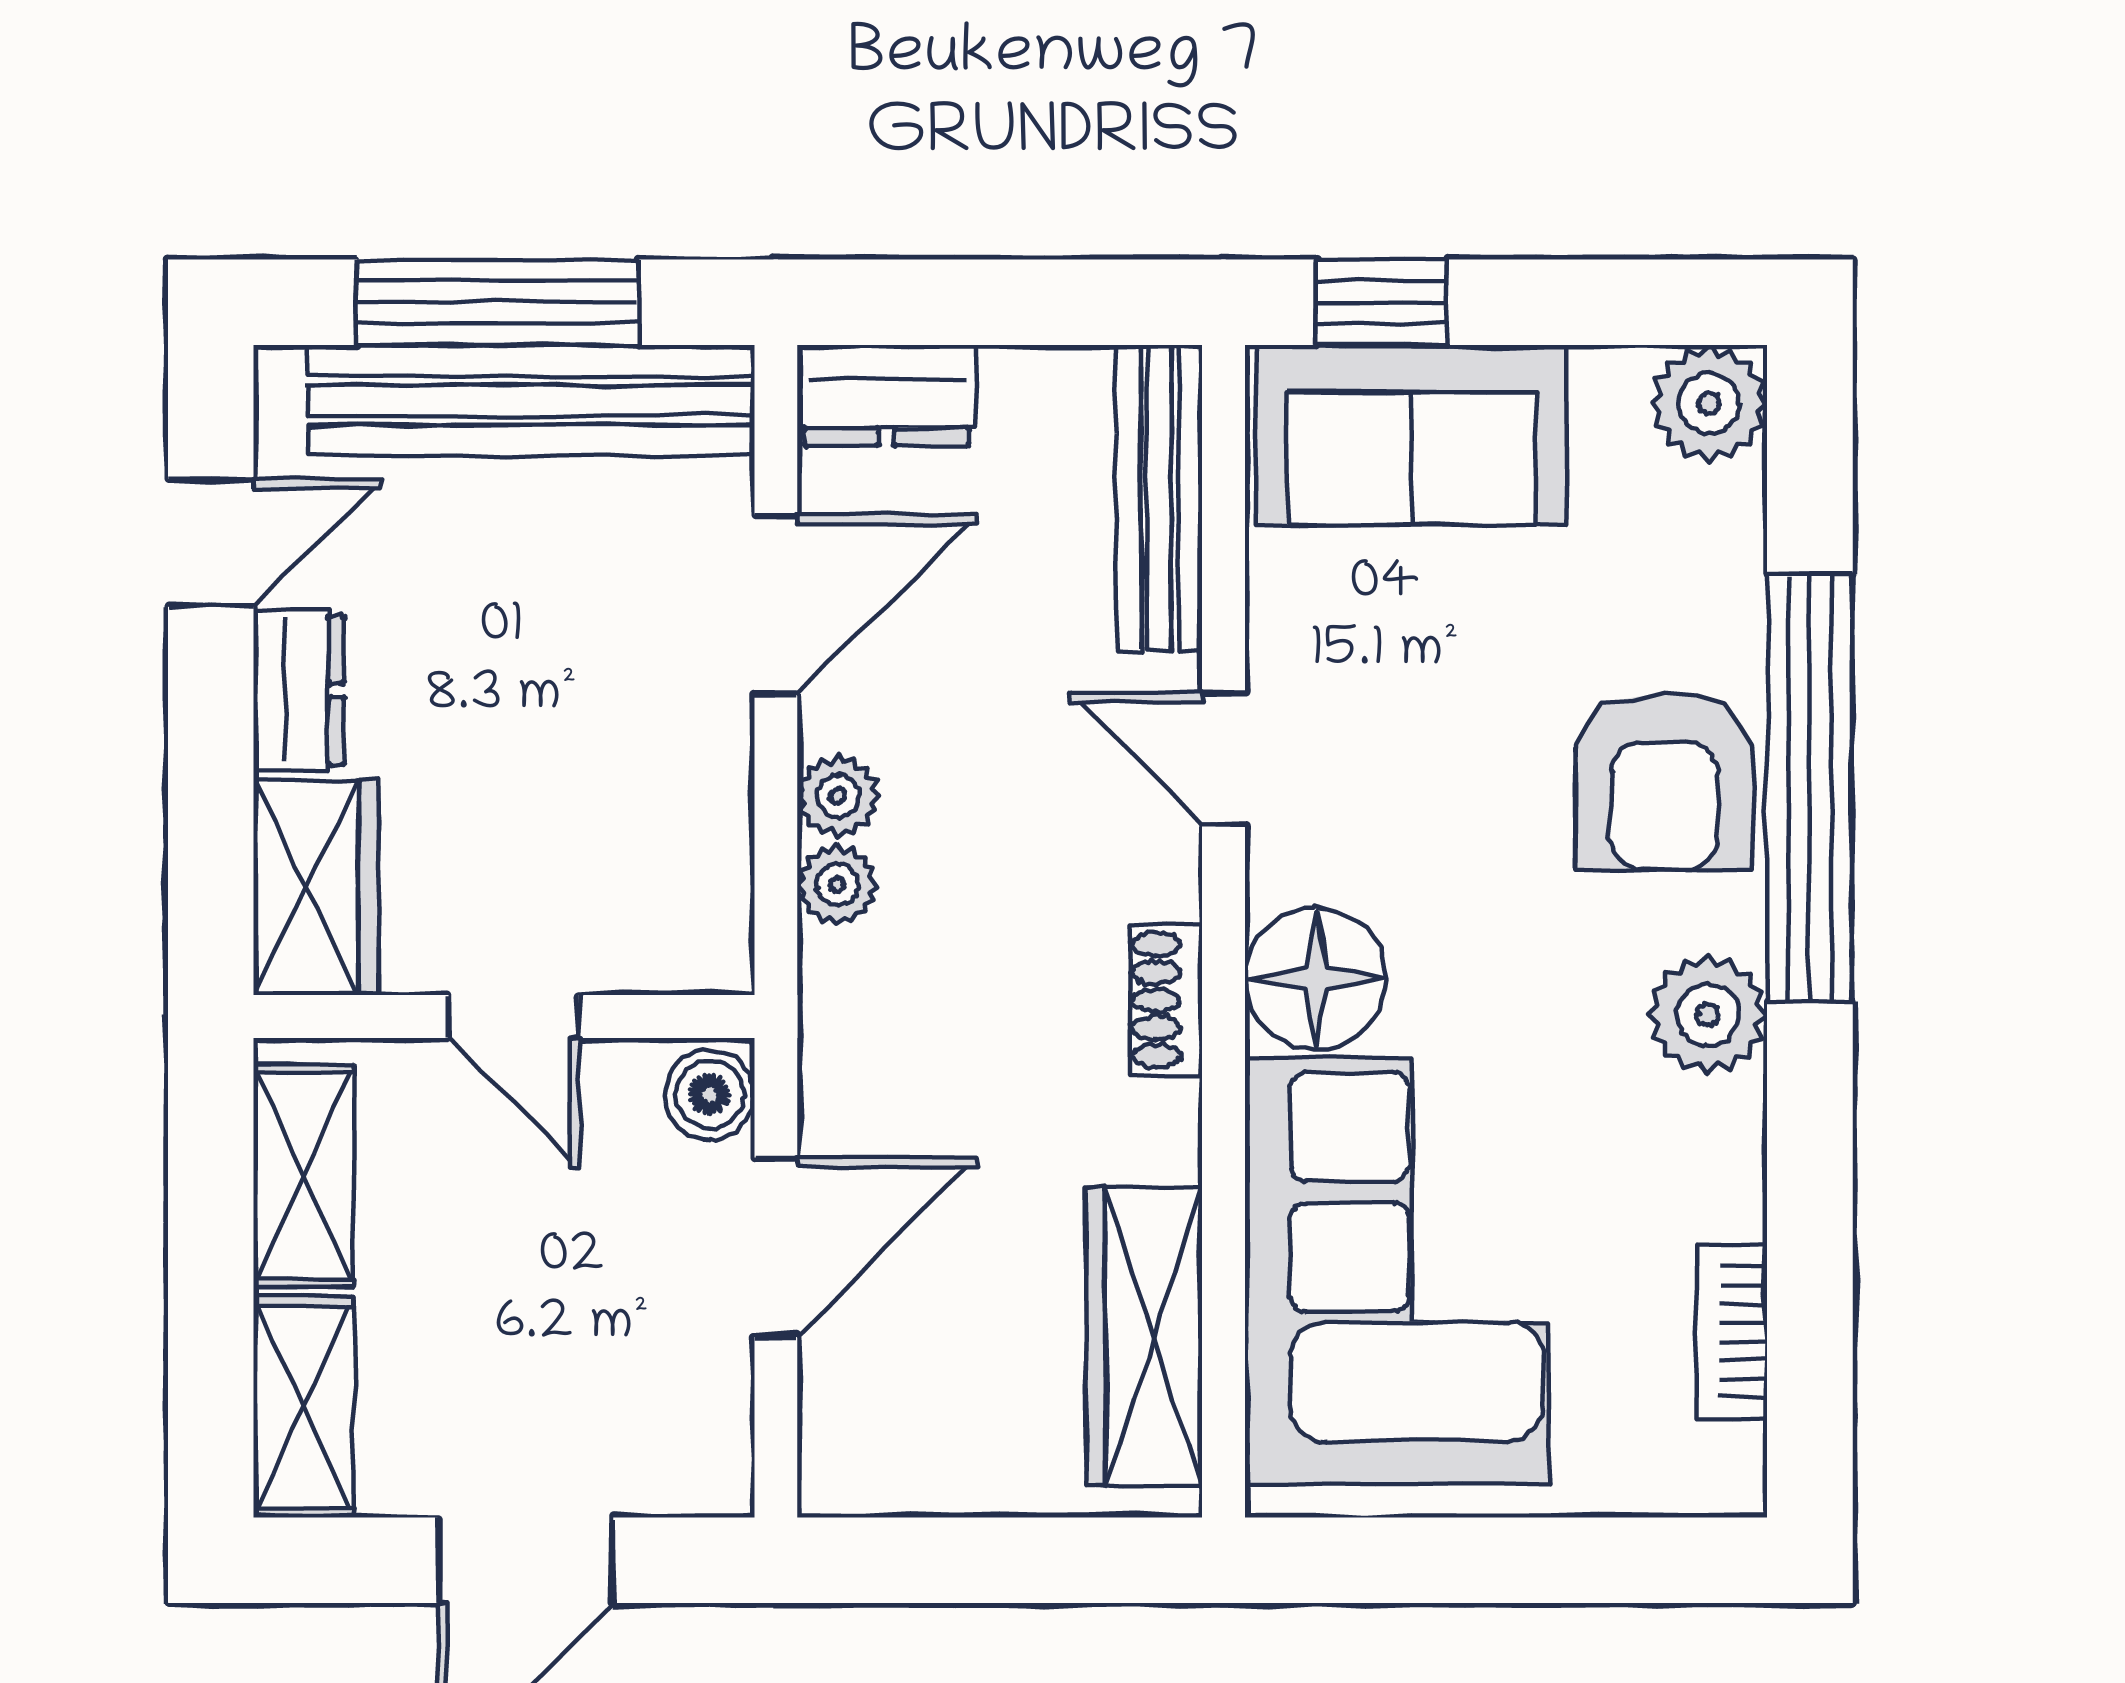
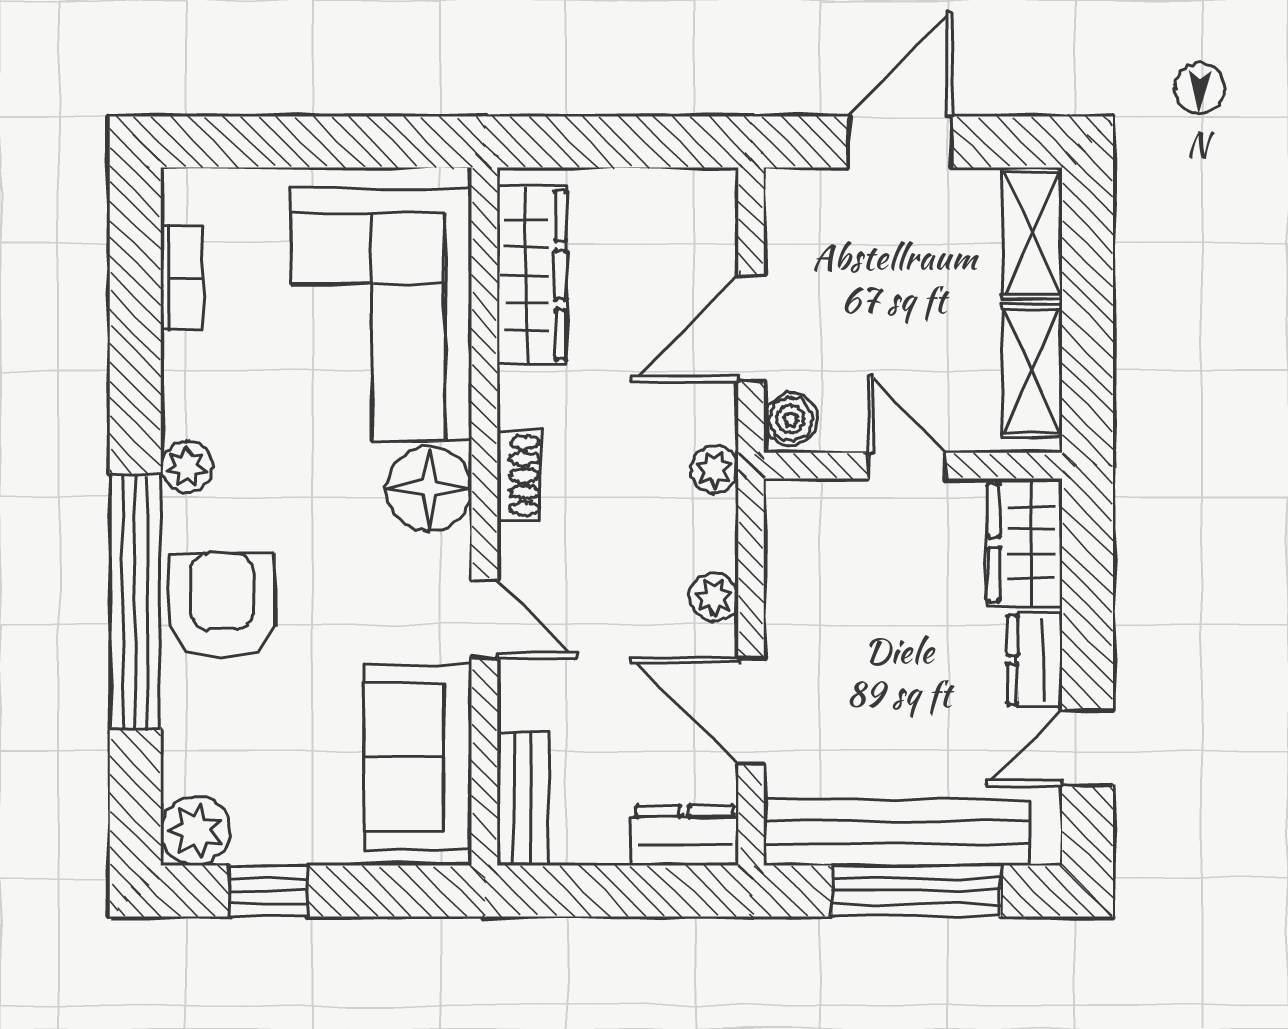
window: (1381, 302) -> (268, 891), moved
sofa: (1411, 435) -> (418, 757), moved, turned -90
bench: (1159, 498) -> (523, 799), width x0.73
door: (776, 605) -> (751, 711), hinge flipped
plant: (837, 885) -> (715, 469), moved
plant: (1708, 1015) -> (186, 467), width x0.73, depth x0.73

